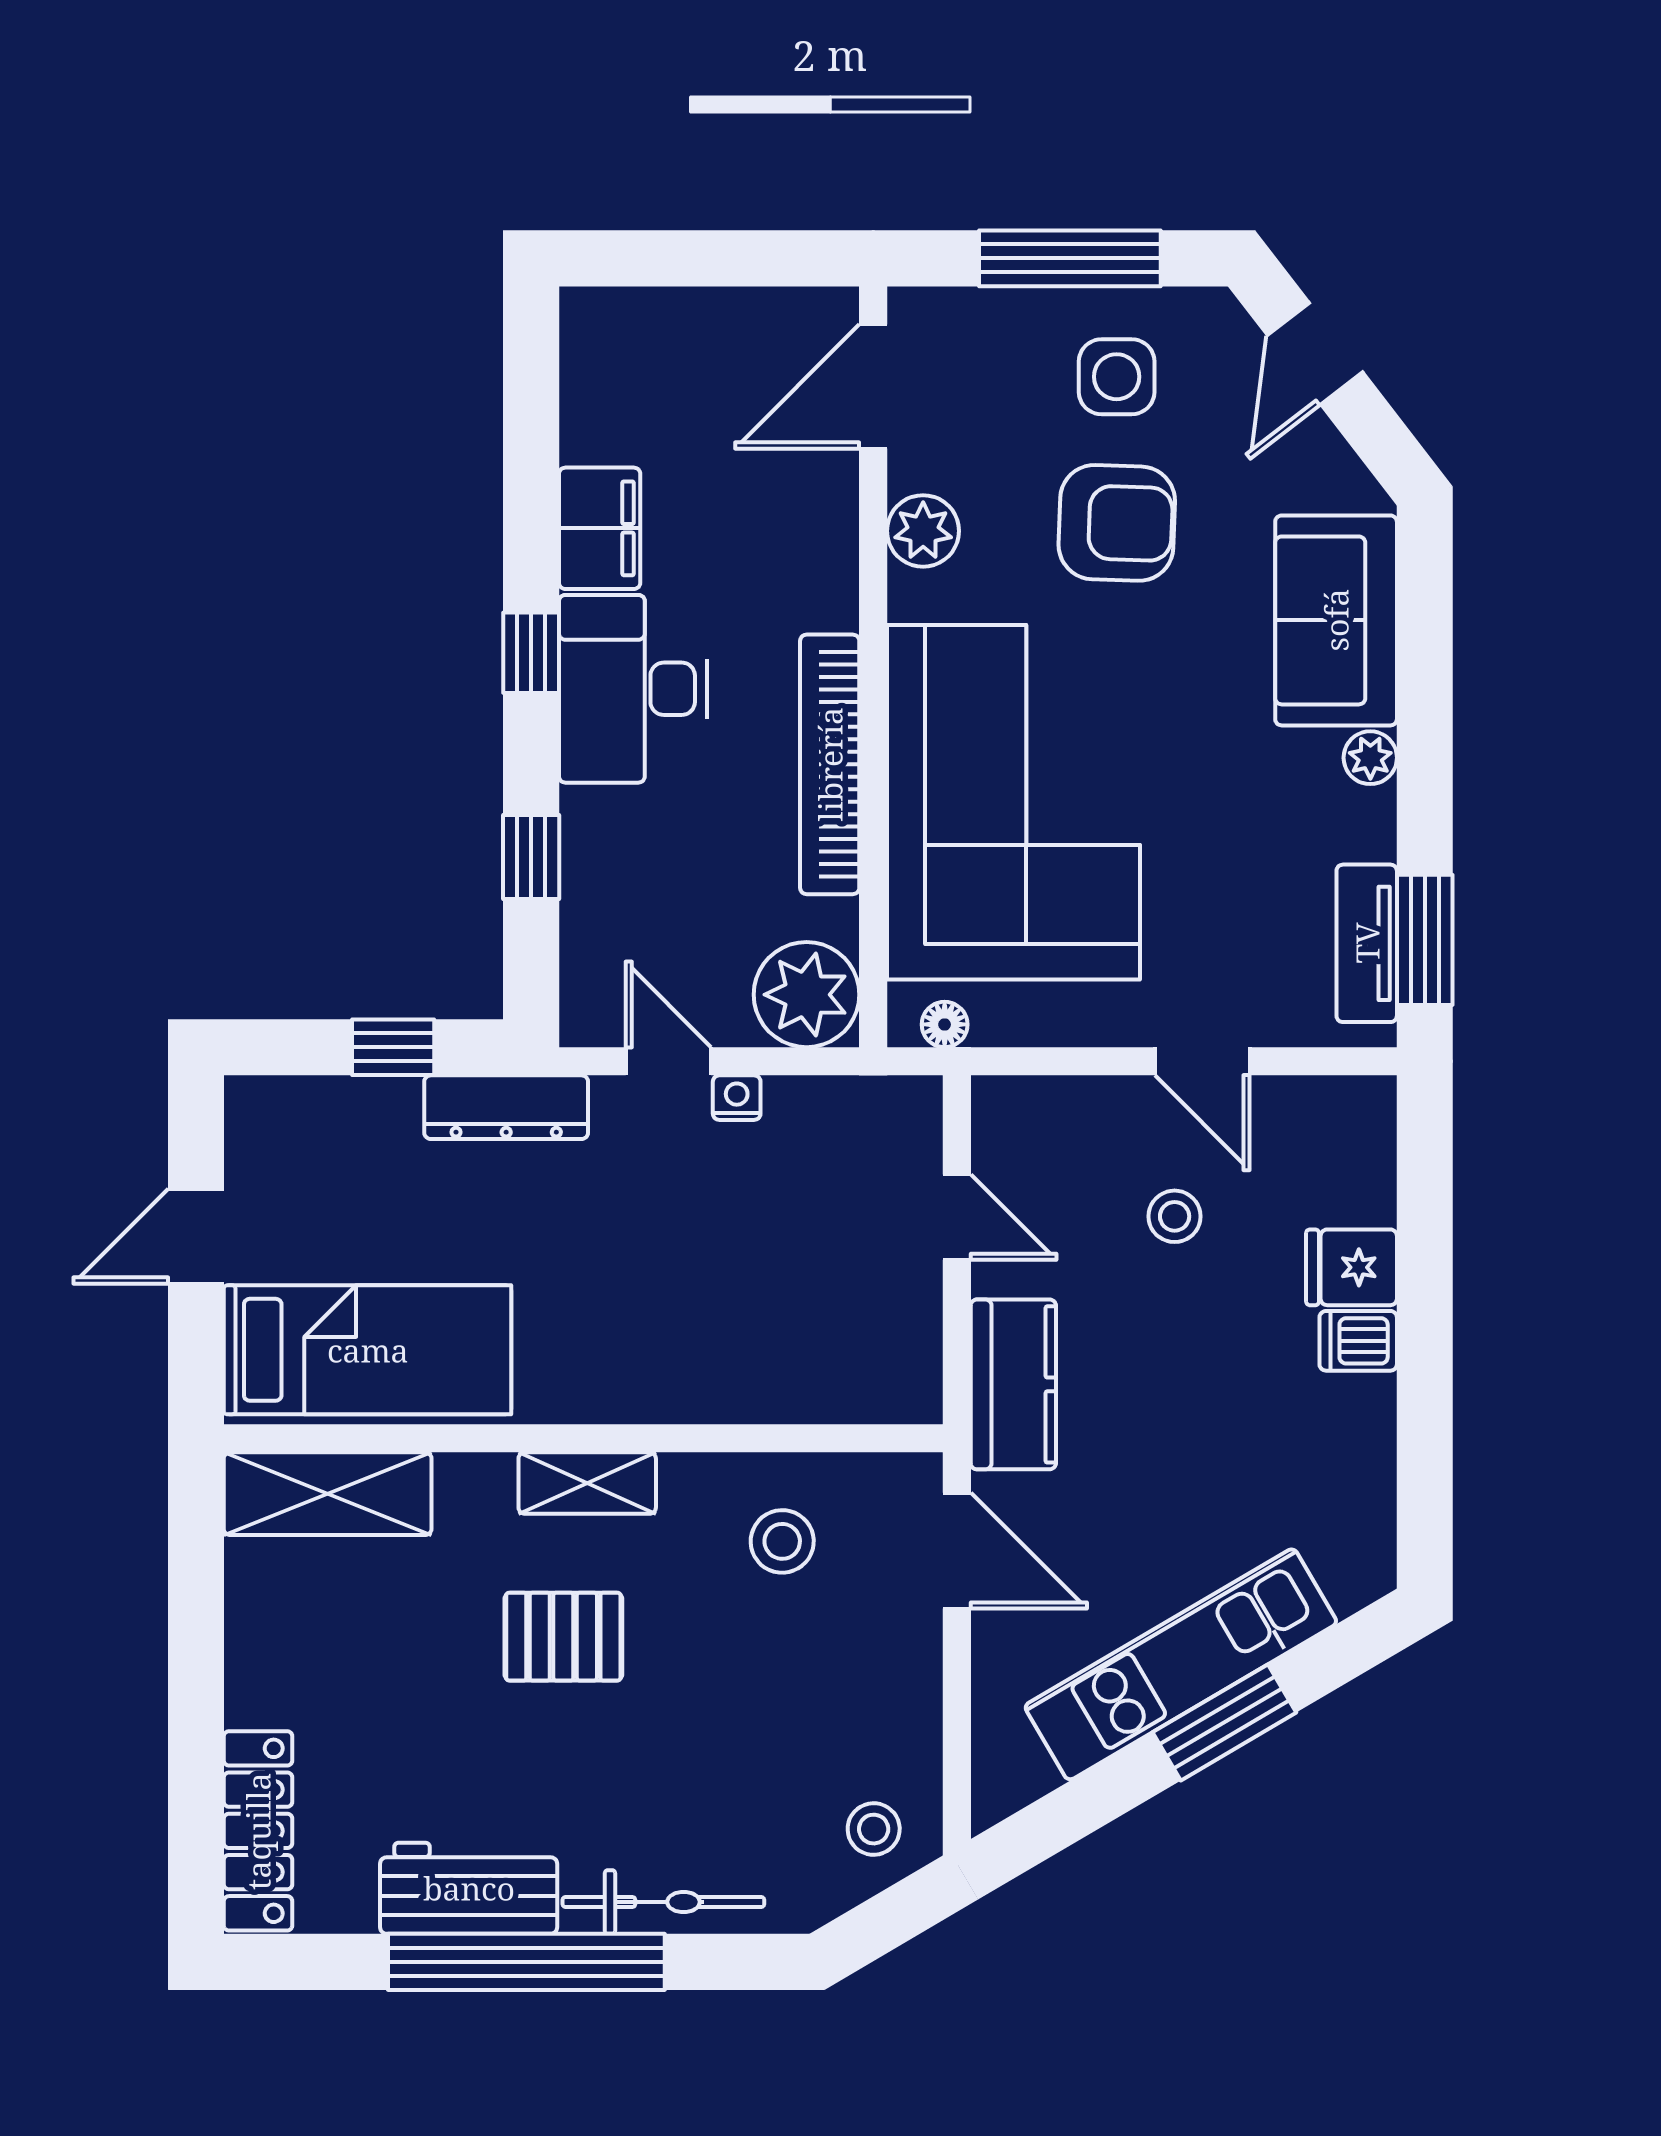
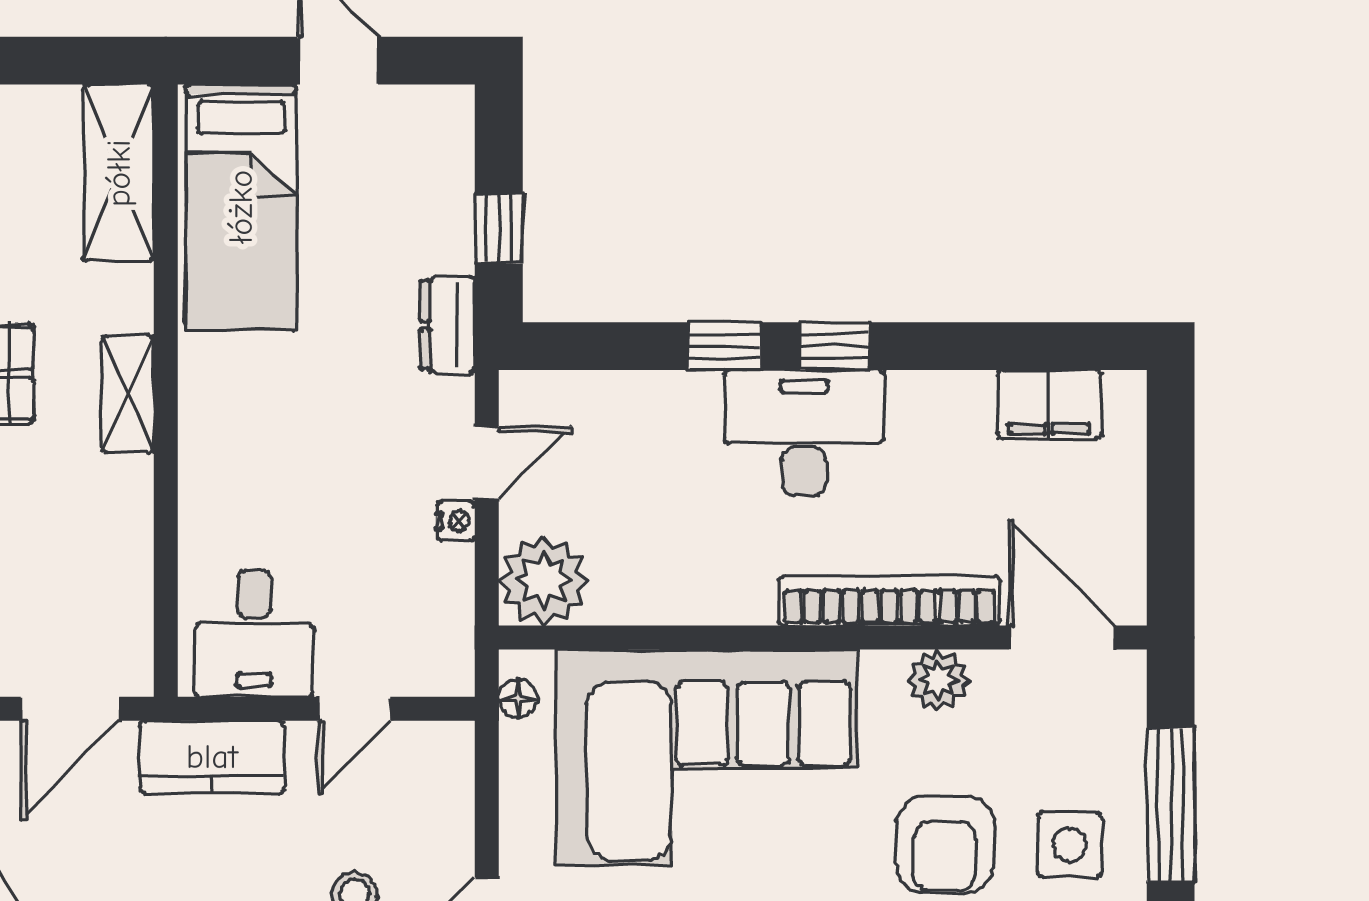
filing cabinet: (600, 528) -> (1049, 404), moved
bookcase: (830, 764) -> (890, 600), moved
window: (531, 857) -> (724, 346), moved
dresser: (506, 1107) -> (448, 325), width x0.70
desk: (868, 1334) -> (254, 633), added
stool: (782, 1541) -> (78, 560), removed

